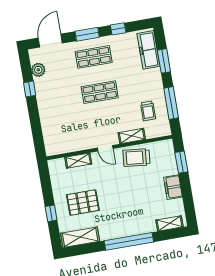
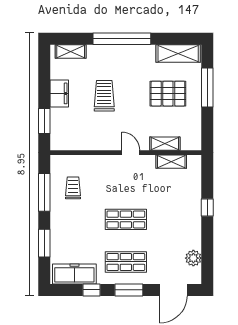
freezer: (148, 50) -> (74, 274), moved, turned -90
window: (30, 89) -> (207, 207), moved
shelving: (132, 136) -> (171, 162), moved
trolley: (136, 158) -> (104, 96), moved, turned -96
window: (51, 213) -> (207, 87), width x2.17

